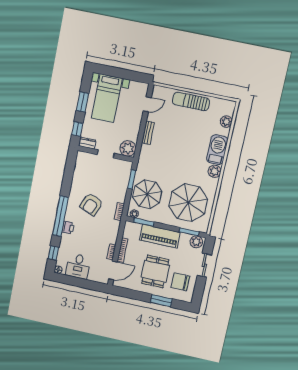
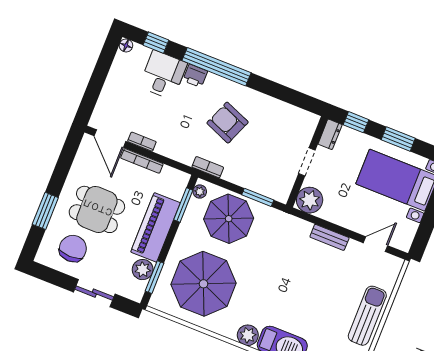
door: (147, 104) -> (376, 244), swing flipped
plant: (196, 242) -> (143, 270), moved
desk: (78, 266) -> (163, 75), moved, turned 90

